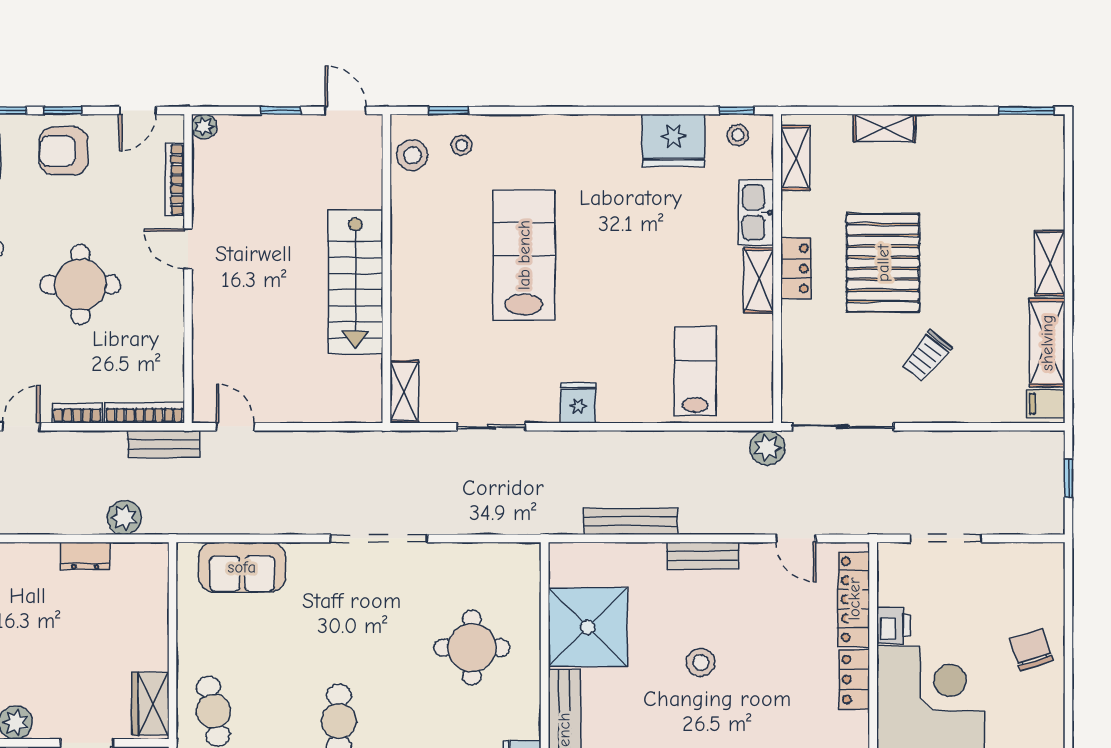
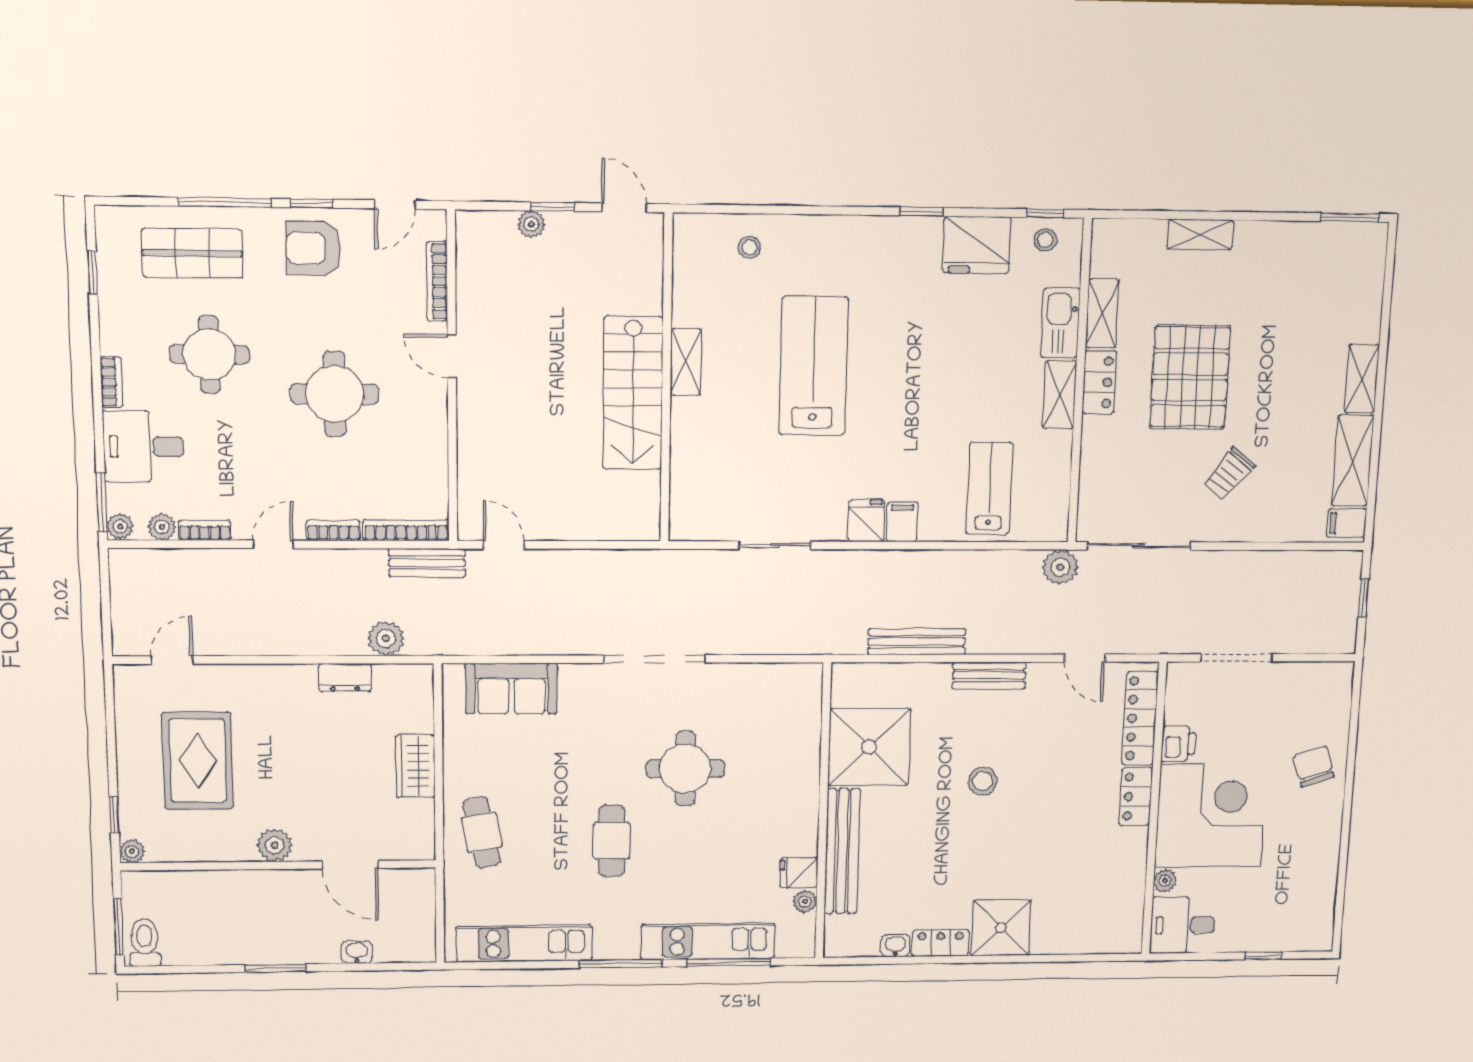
window: (448, 111) -> (921, 212), moved
plant: (204, 127) -> (531, 224), moved
stool: (412, 155) -> (696, 258), removed
shelving: (795, 158) -> (1102, 314), moved
shelving: (404, 392) -> (686, 362), moved
filing cabinet: (612, 404) -> (902, 522), added
round table: (472, 648) -> (685, 769), moved
wardrobe: (150, 704) -> (415, 766), moved

